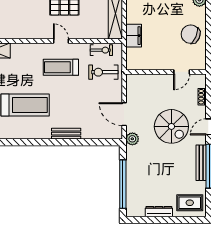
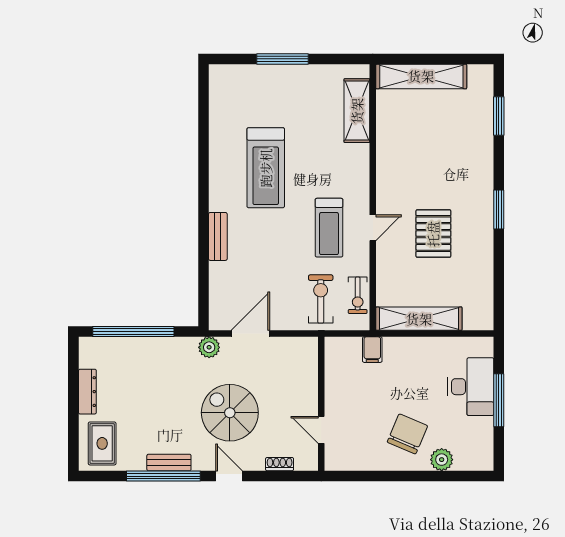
chair: (191, 34) -> (407, 434), moved
filing cabinet: (134, 36) -> (372, 350), width x0.50
treadmill: (61, 67) -> (329, 228), turned 180
spiral stairs: (171, 126) -> (230, 413), turned 90
bench: (201, 163) -> (169, 462), width x0.73

